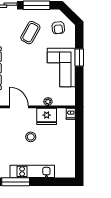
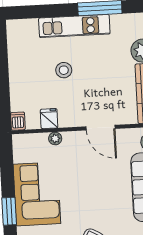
fridge: (47, 116) -> (49, 119), width x0.53, depth x0.75
stool: (31, 137) -> (64, 70), moved

